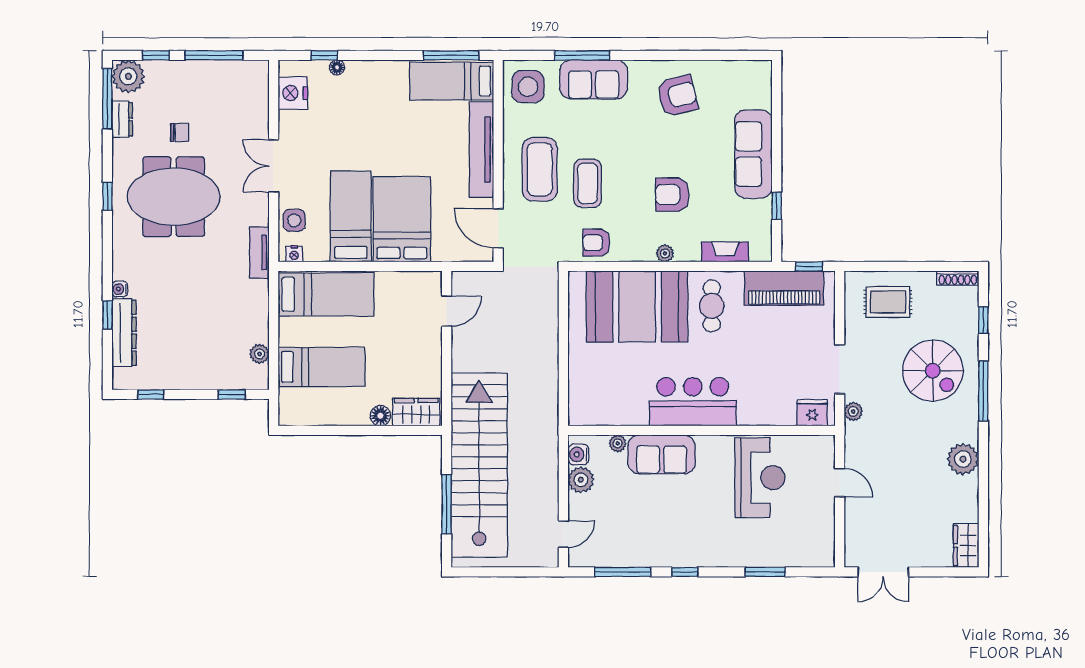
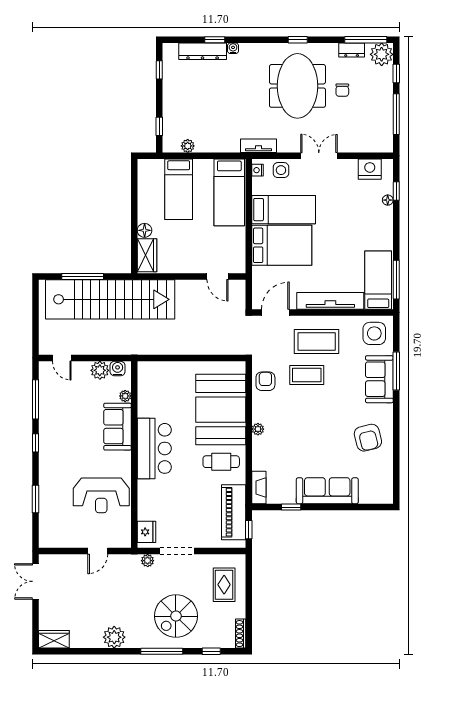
armchair: (672, 195) -> (299, 434), removed
fireplace: (725, 252) -> (259, 487), moved

